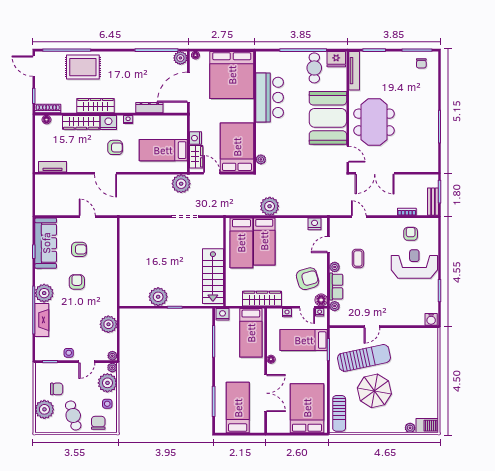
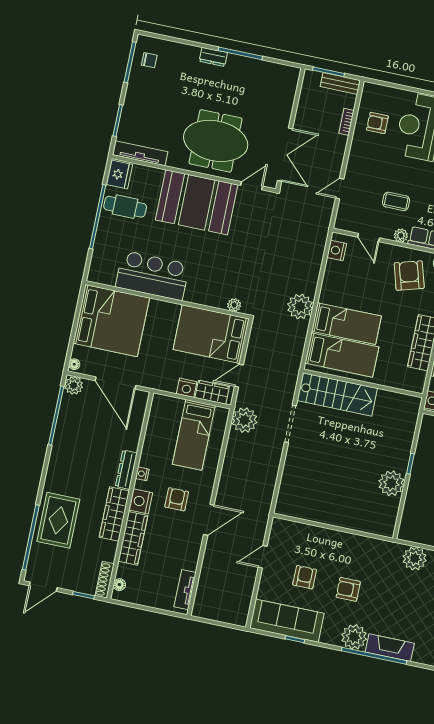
dresser: (149, 108) -> (126, 470), moved
dresser: (433, 108) -> (213, 57), added
stairs: (213, 276) -> (337, 394), moved

